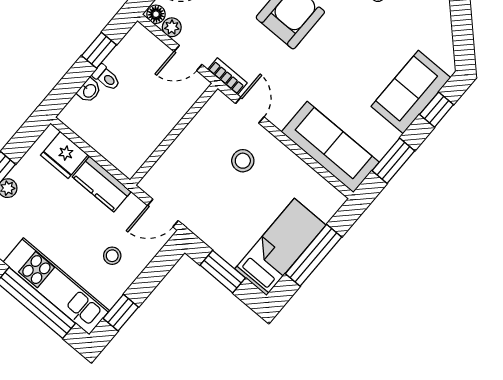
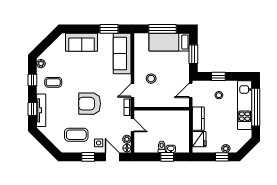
window: (99, 50) -> (167, 157), moved
window: (437, 110) -> (80, 29), removed
door: (163, 213) -> (191, 90), swing flipped
window: (121, 313) -> (218, 76), moved

